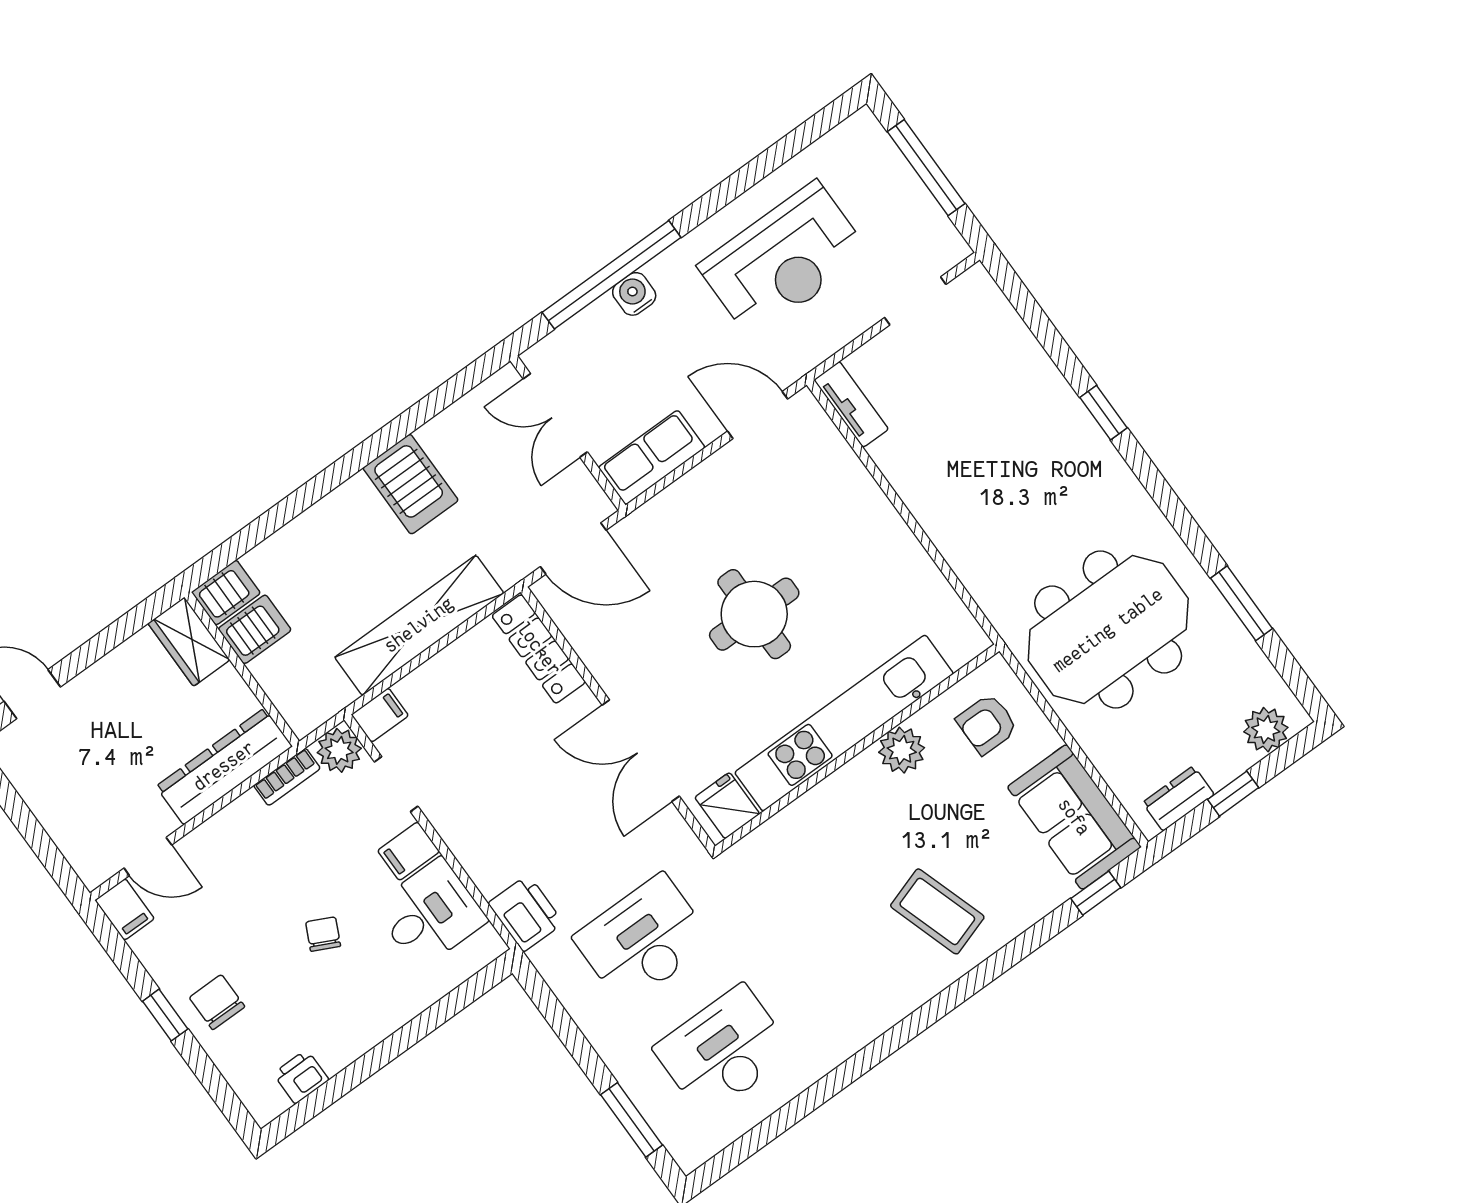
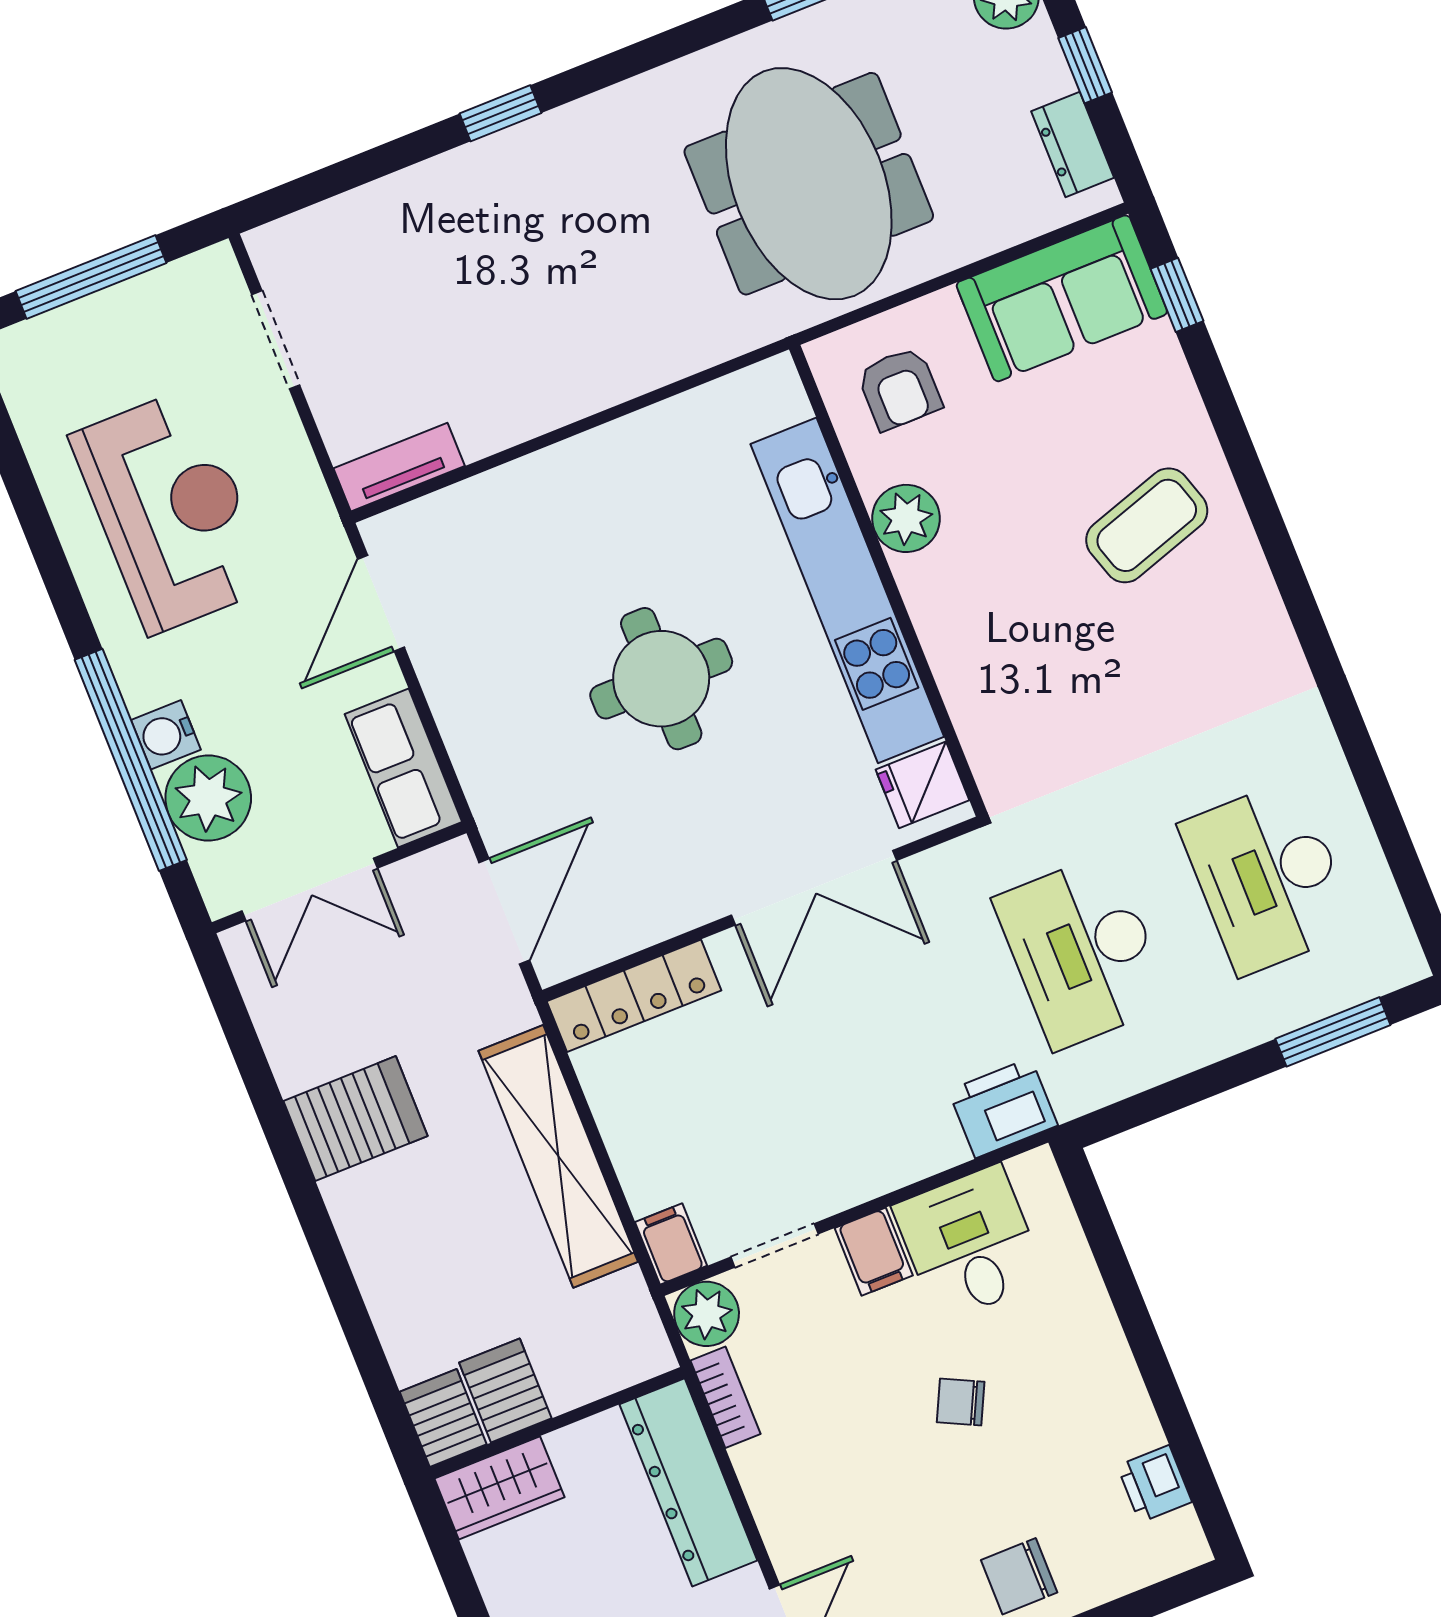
plant: (599, 333) -> (208, 798), added

